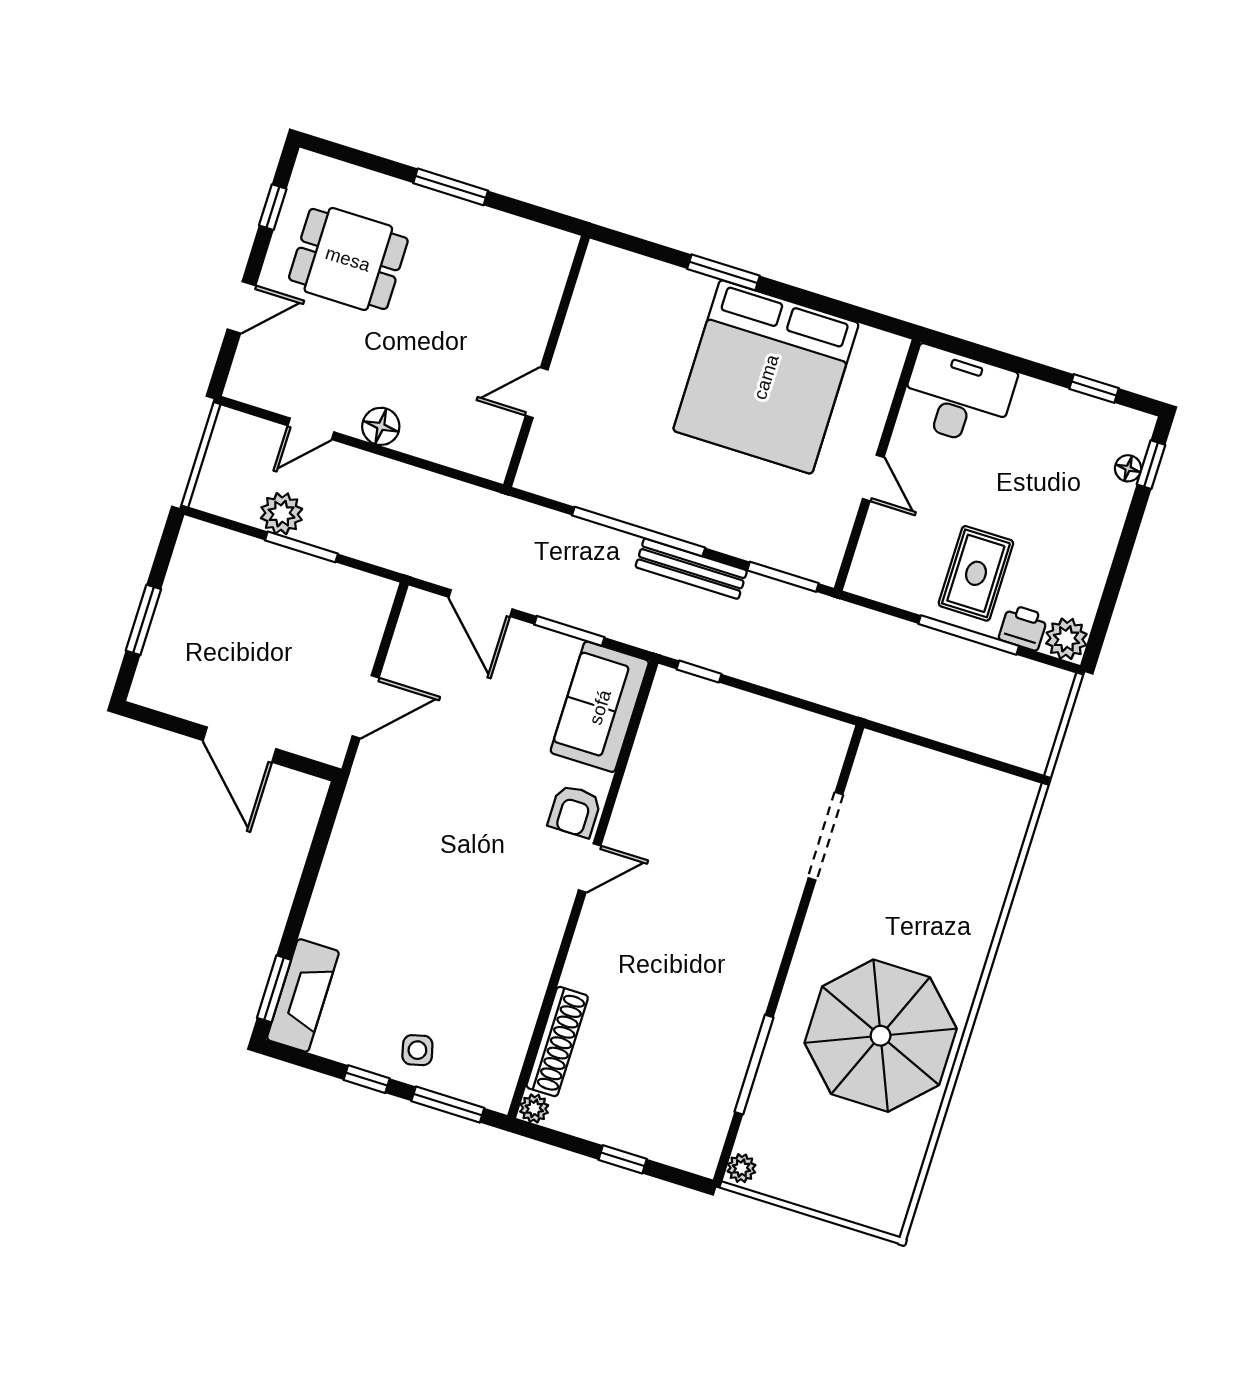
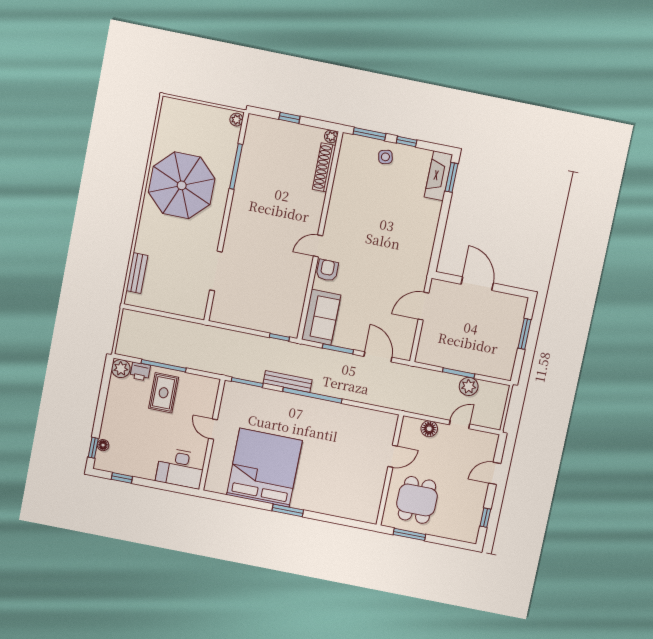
dining table: (348, 259) -> (417, 500), moved, turned 90
wall: (547, 361) -> (390, 470), moved
door: (537, 393) -> (393, 456), moved
bench: (1004, 851) -> (137, 273), added

